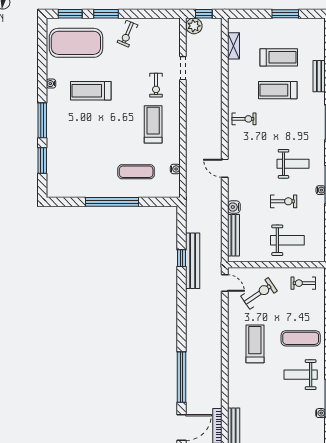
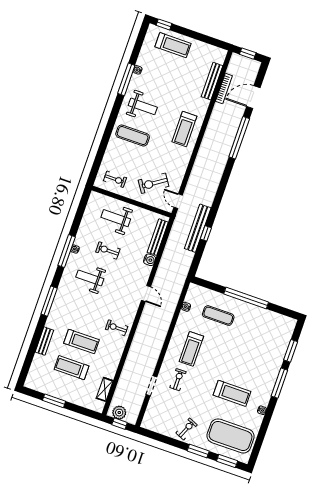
plant: (194, 26) -> (119, 413), moved
treadmill: (255, 344) -> (184, 129), moved

